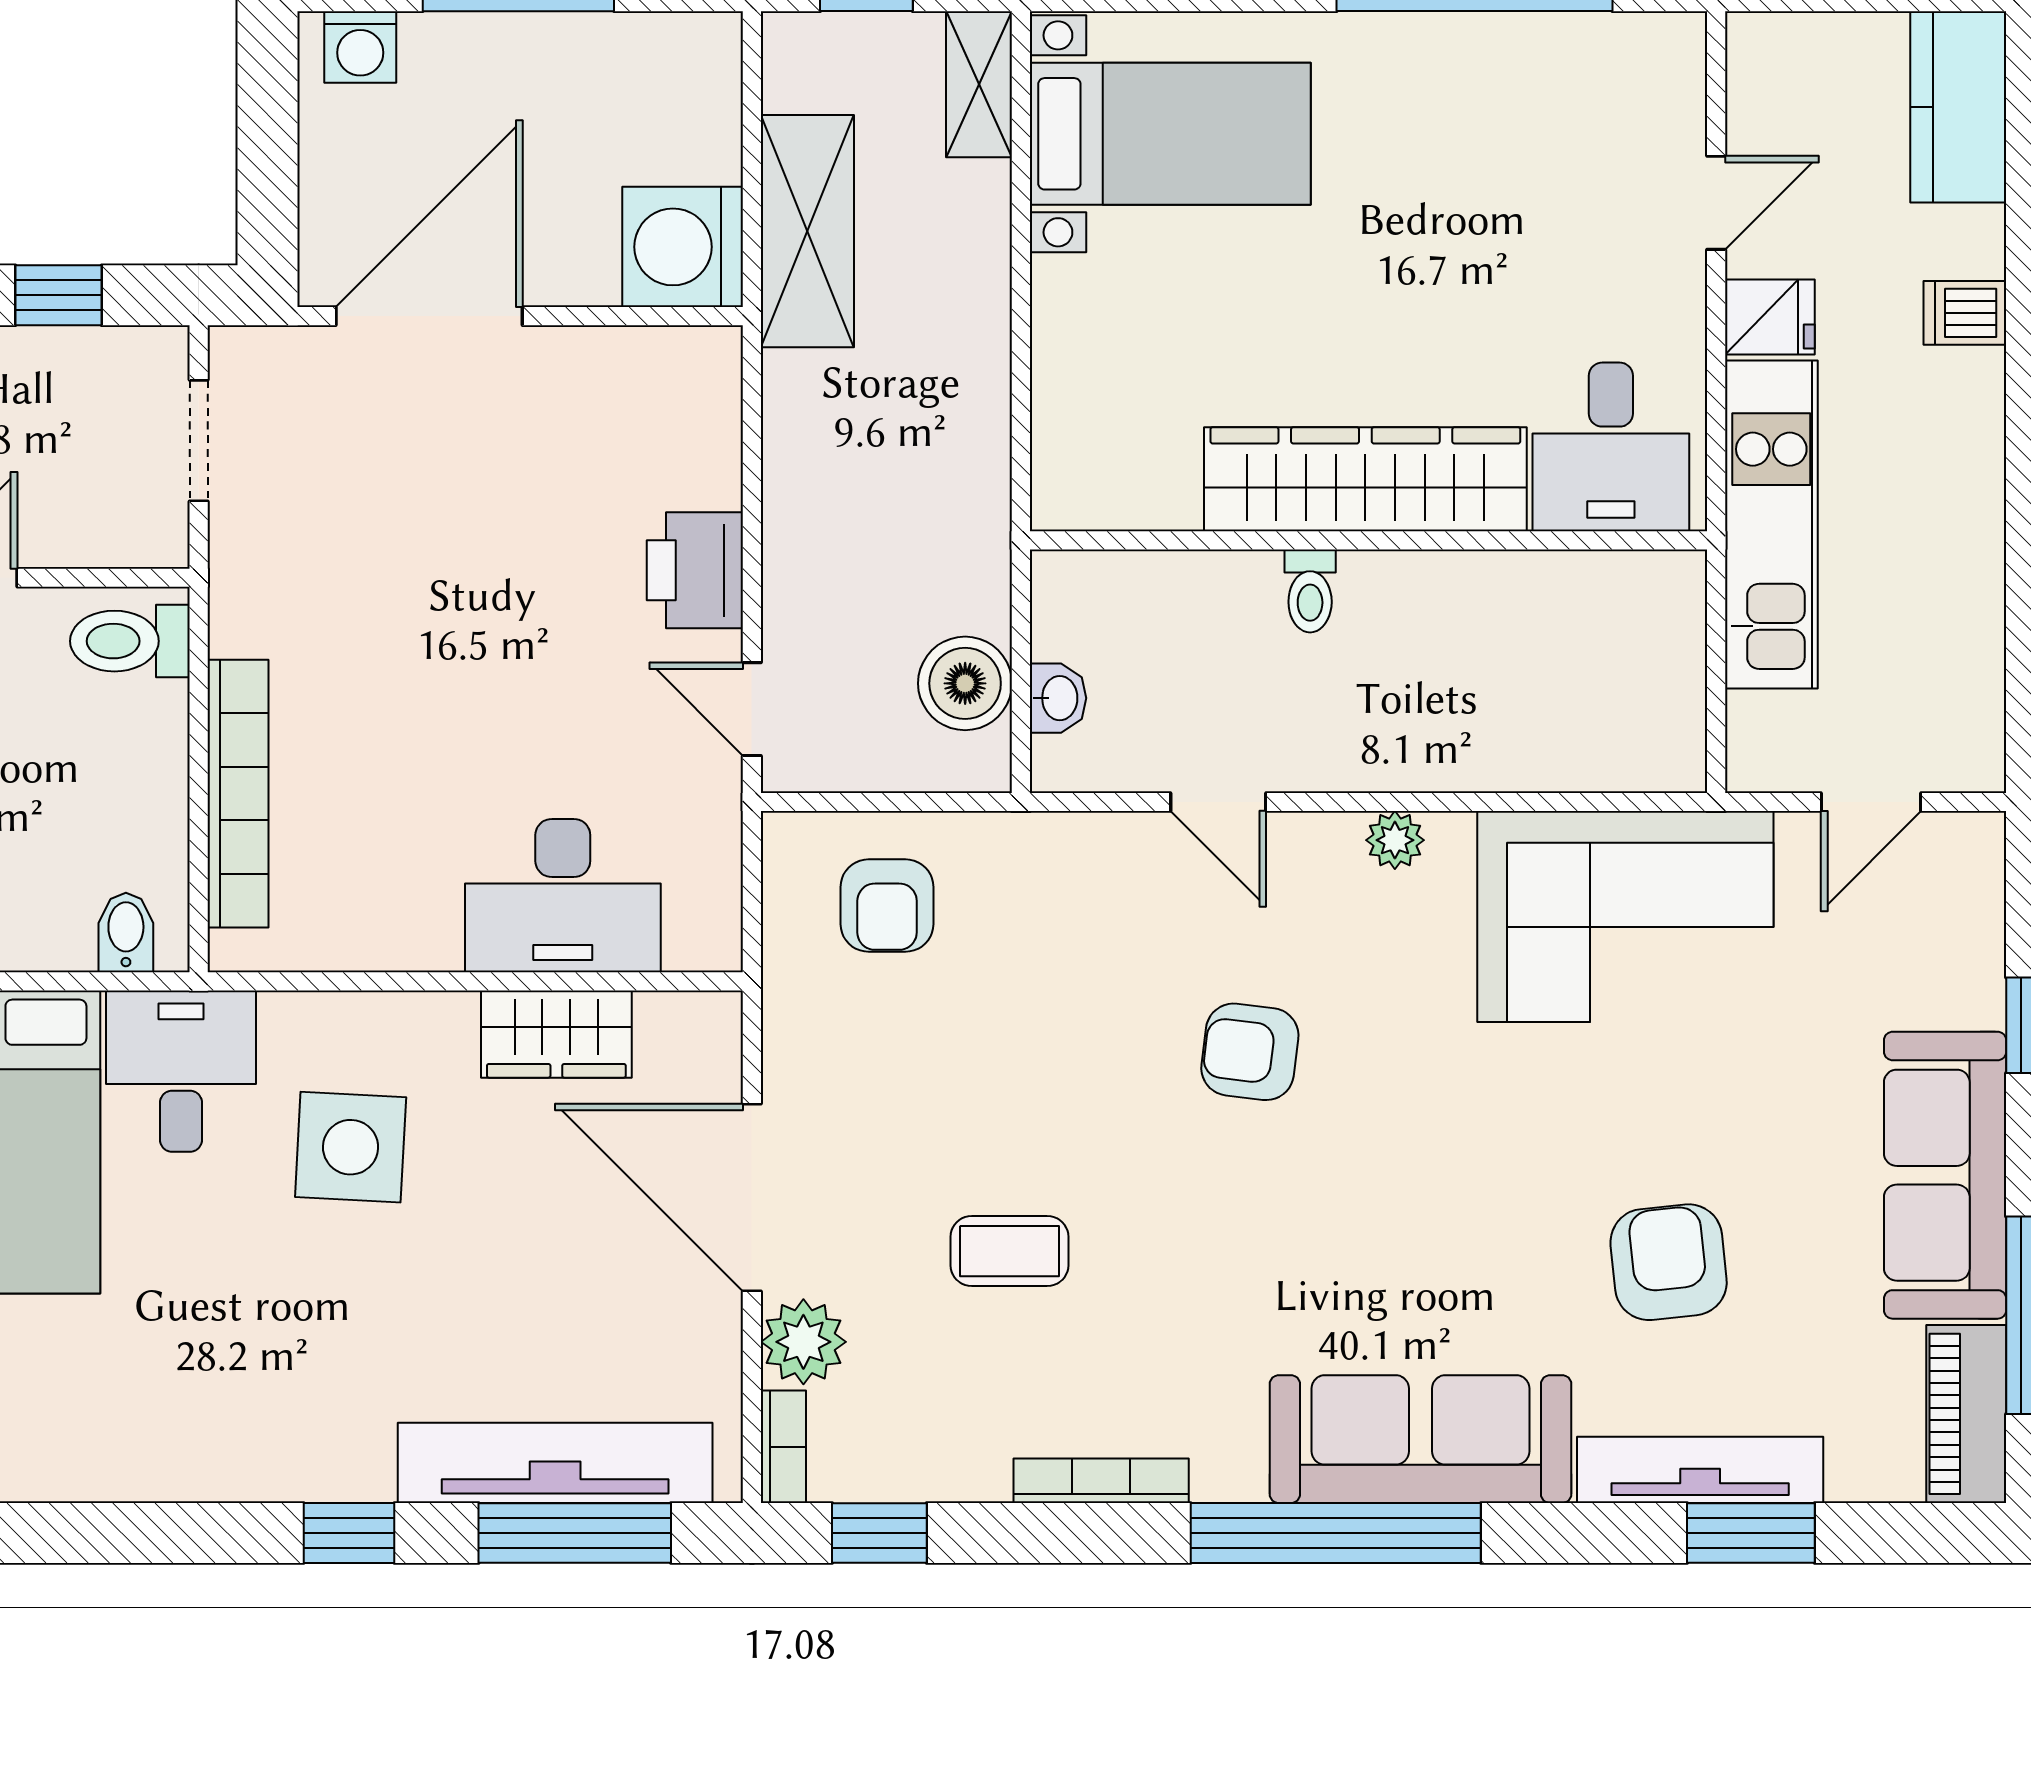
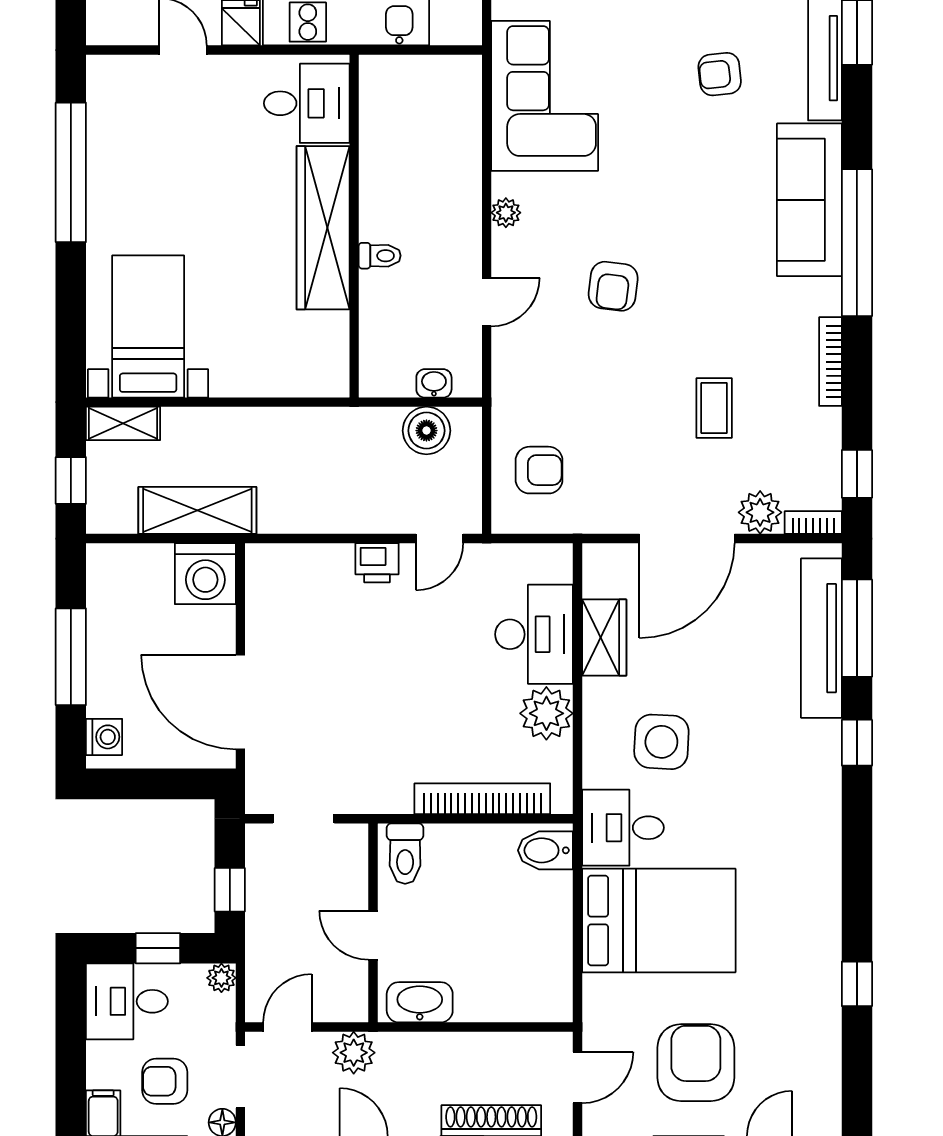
printer: (695, 570) -> (377, 563), width x0.73, depth x0.81
plant: (407, 920) -> (546, 713), added
bidet: (126, 932) -> (545, 850), width x1.38, depth x1.36
armchair: (1669, 1262) -> (720, 74), width x0.72, depth x0.72

